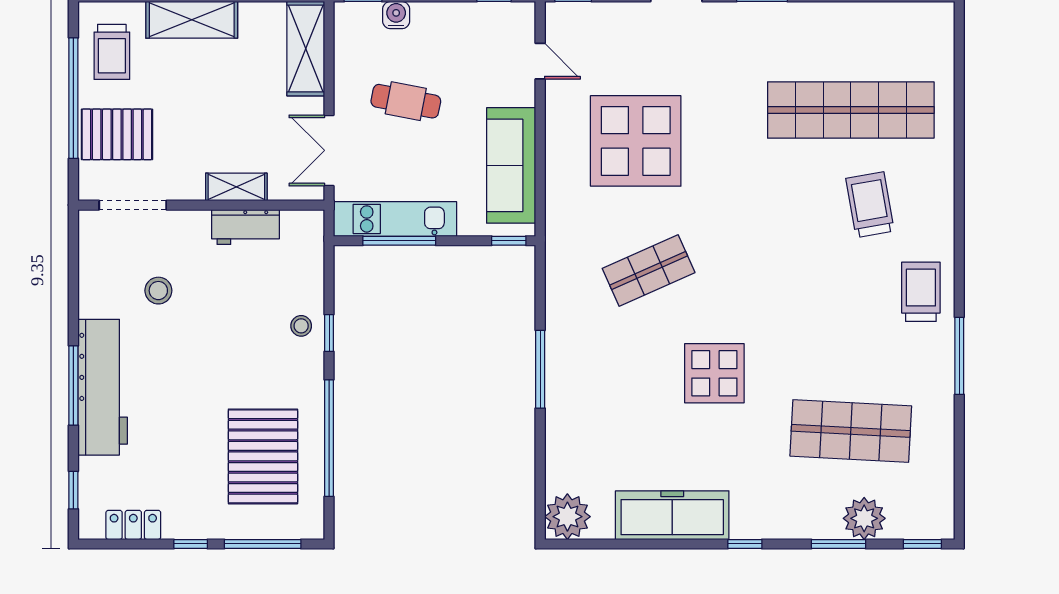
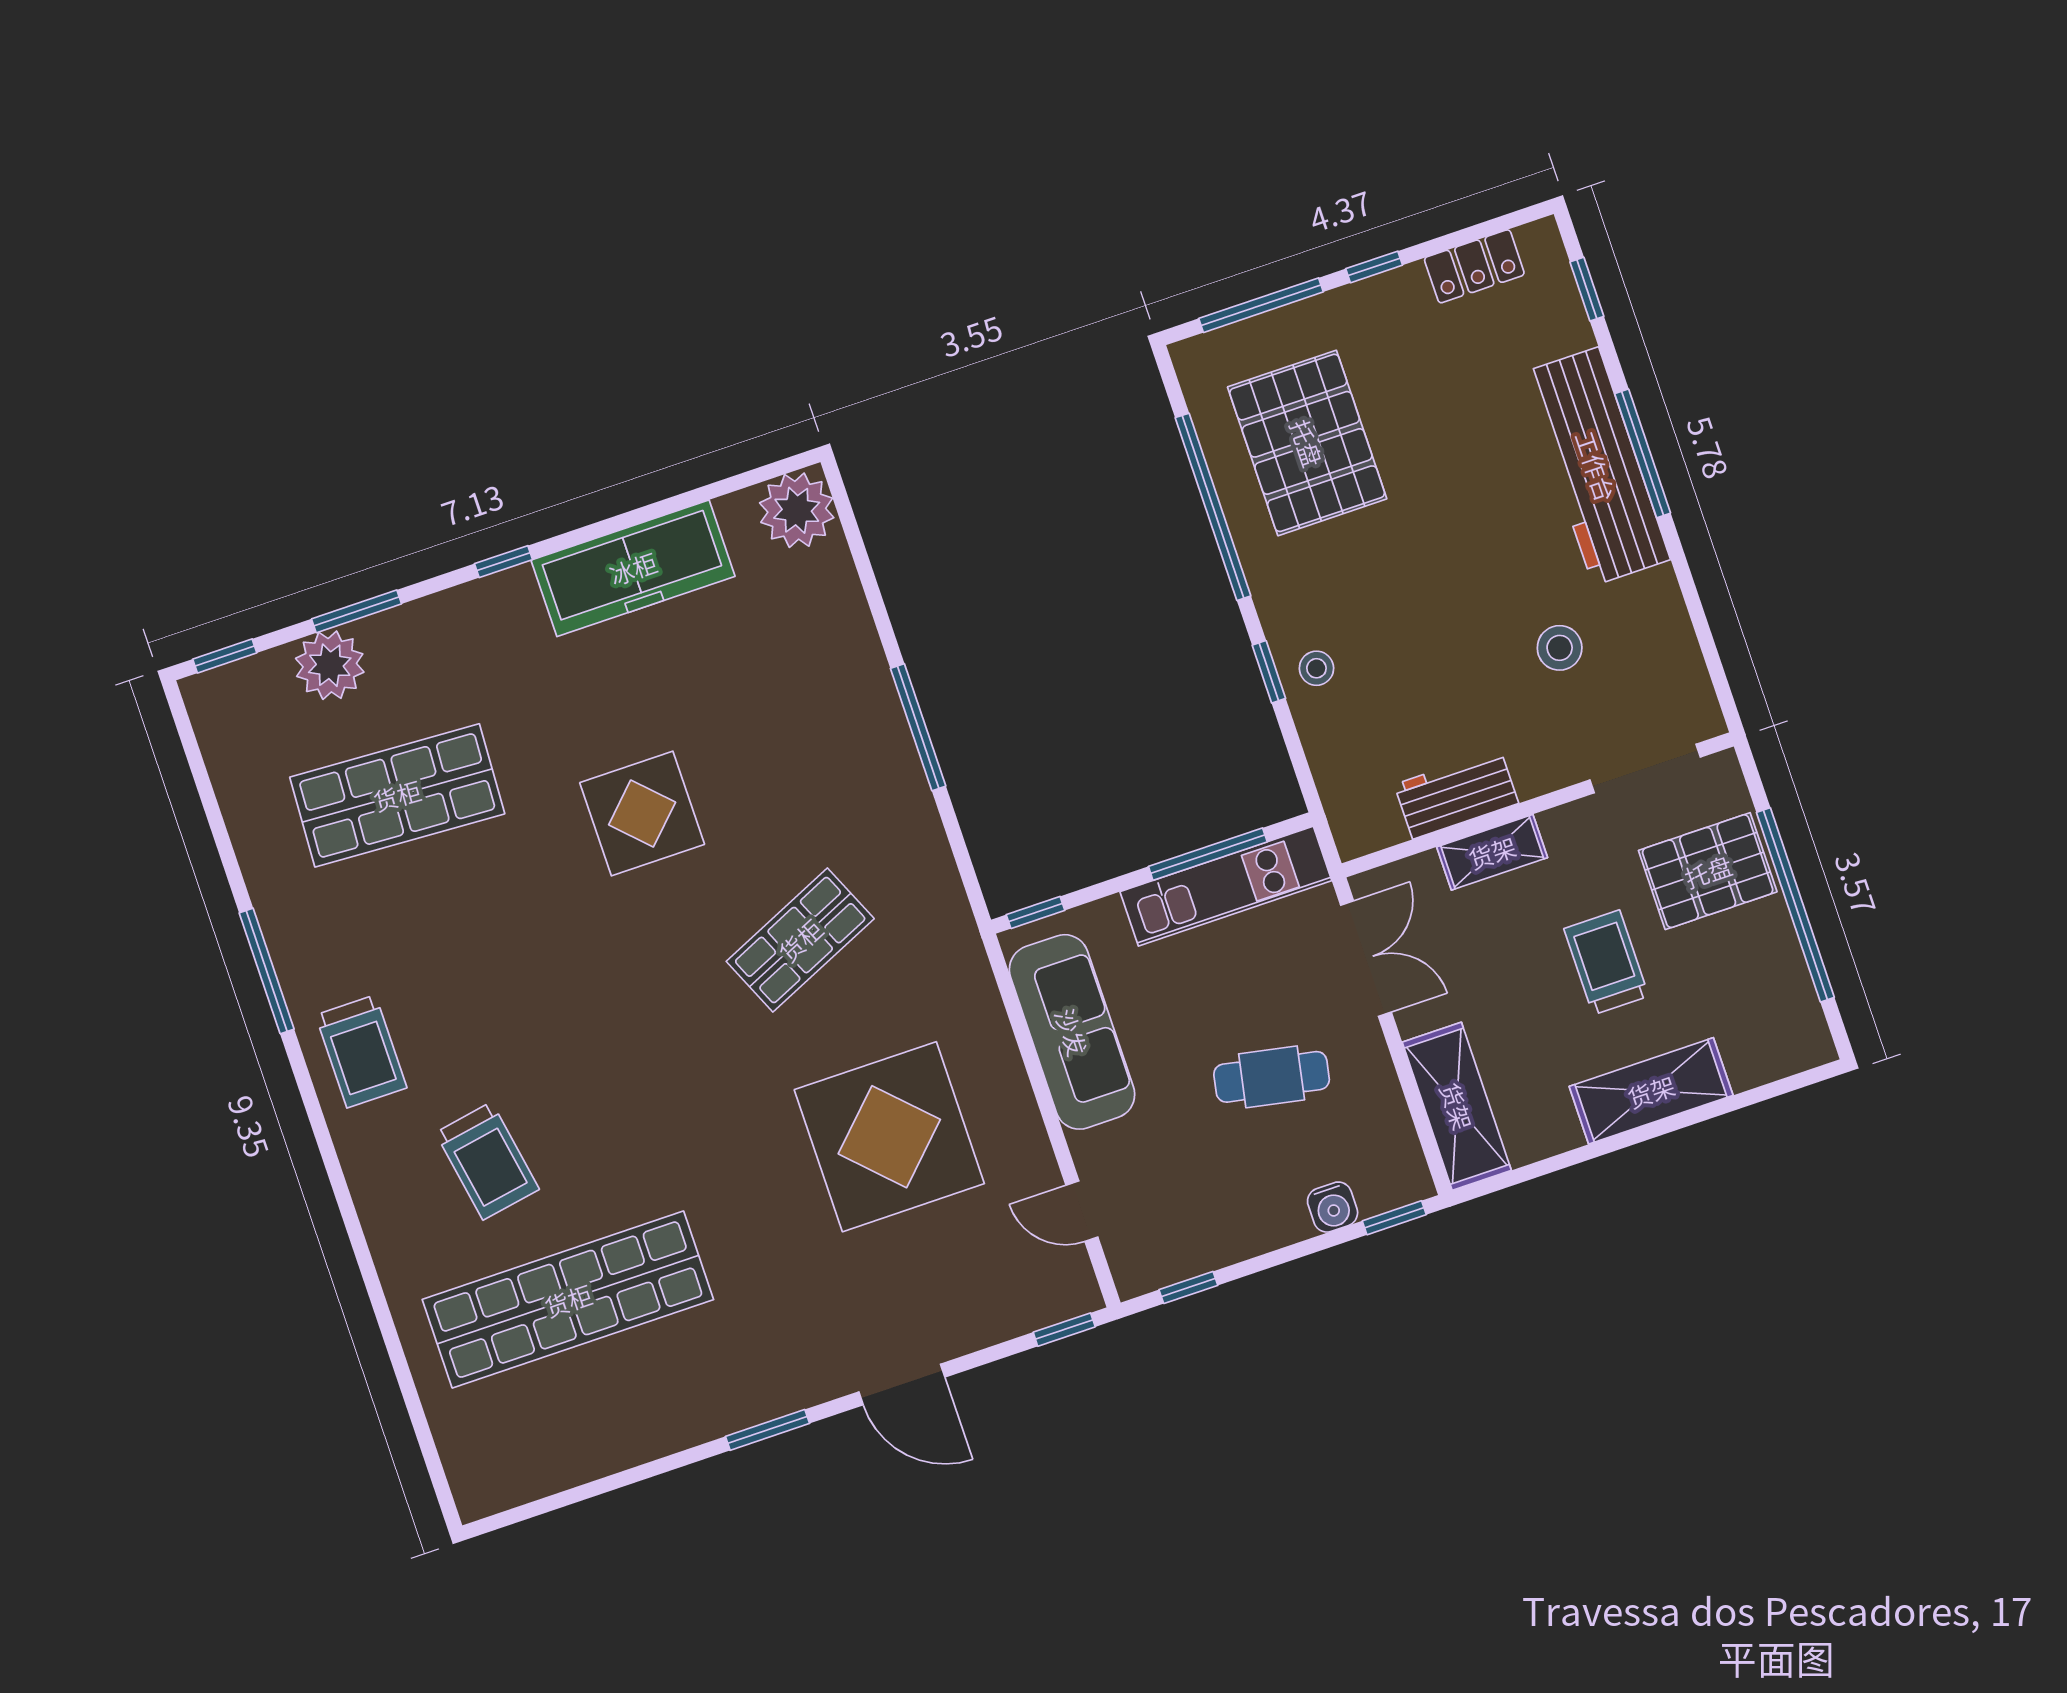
trolley: (112, 52) -> (1606, 962), moved

